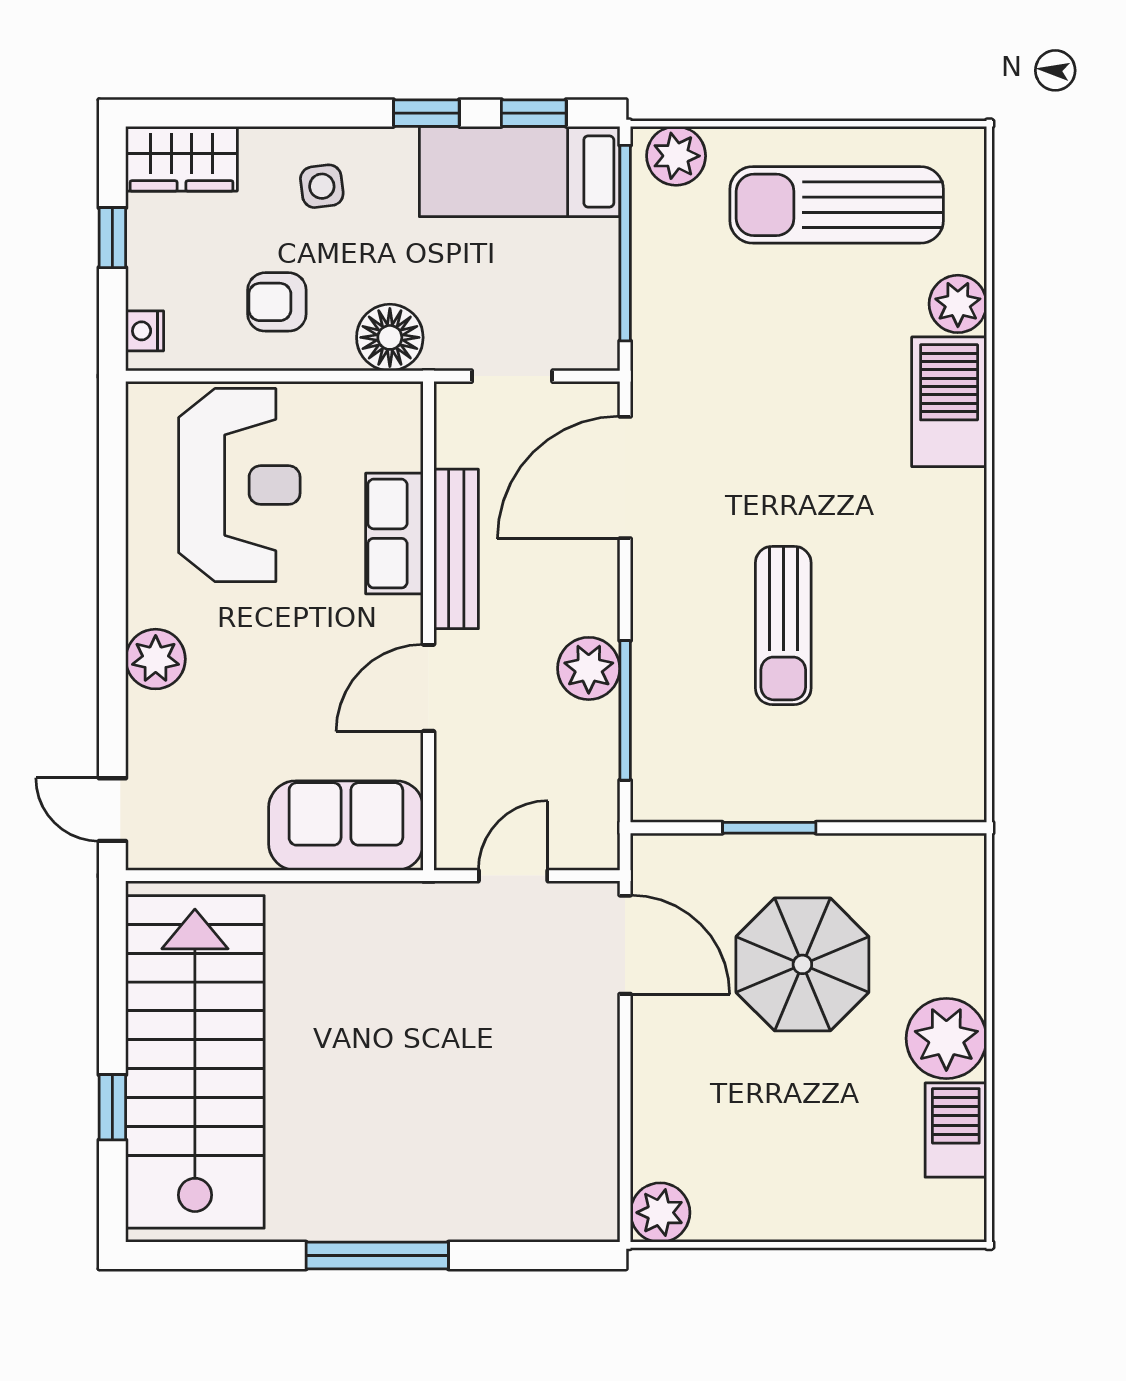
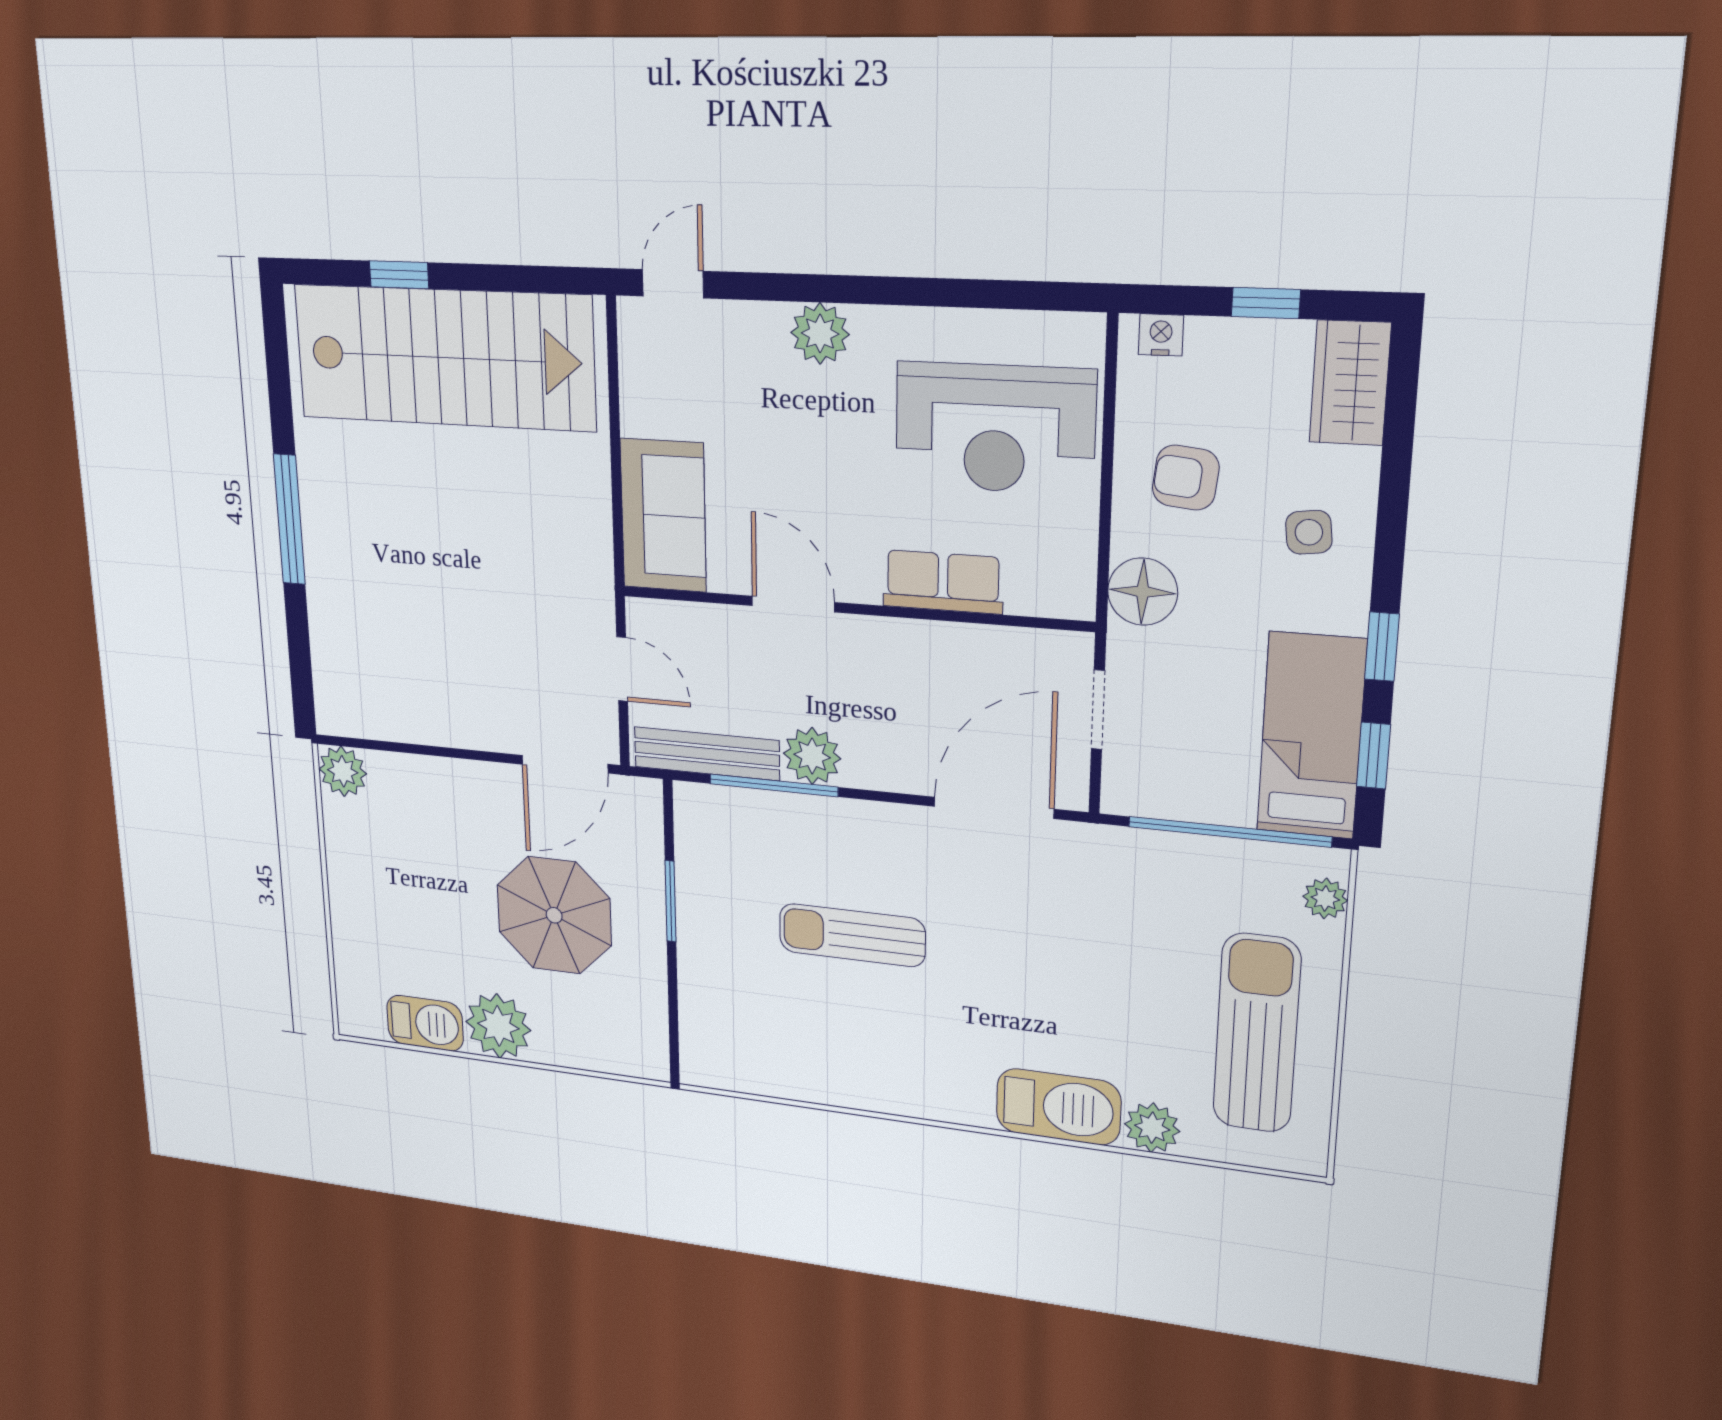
plant: (676, 156) -> (1325, 898), width x0.73, depth x0.73
armchair: (277, 302) -> (1186, 478), turned -84
door: (625, 477) -> (994, 808), hinge flipped
bench: (456, 549) -> (707, 754), moved

